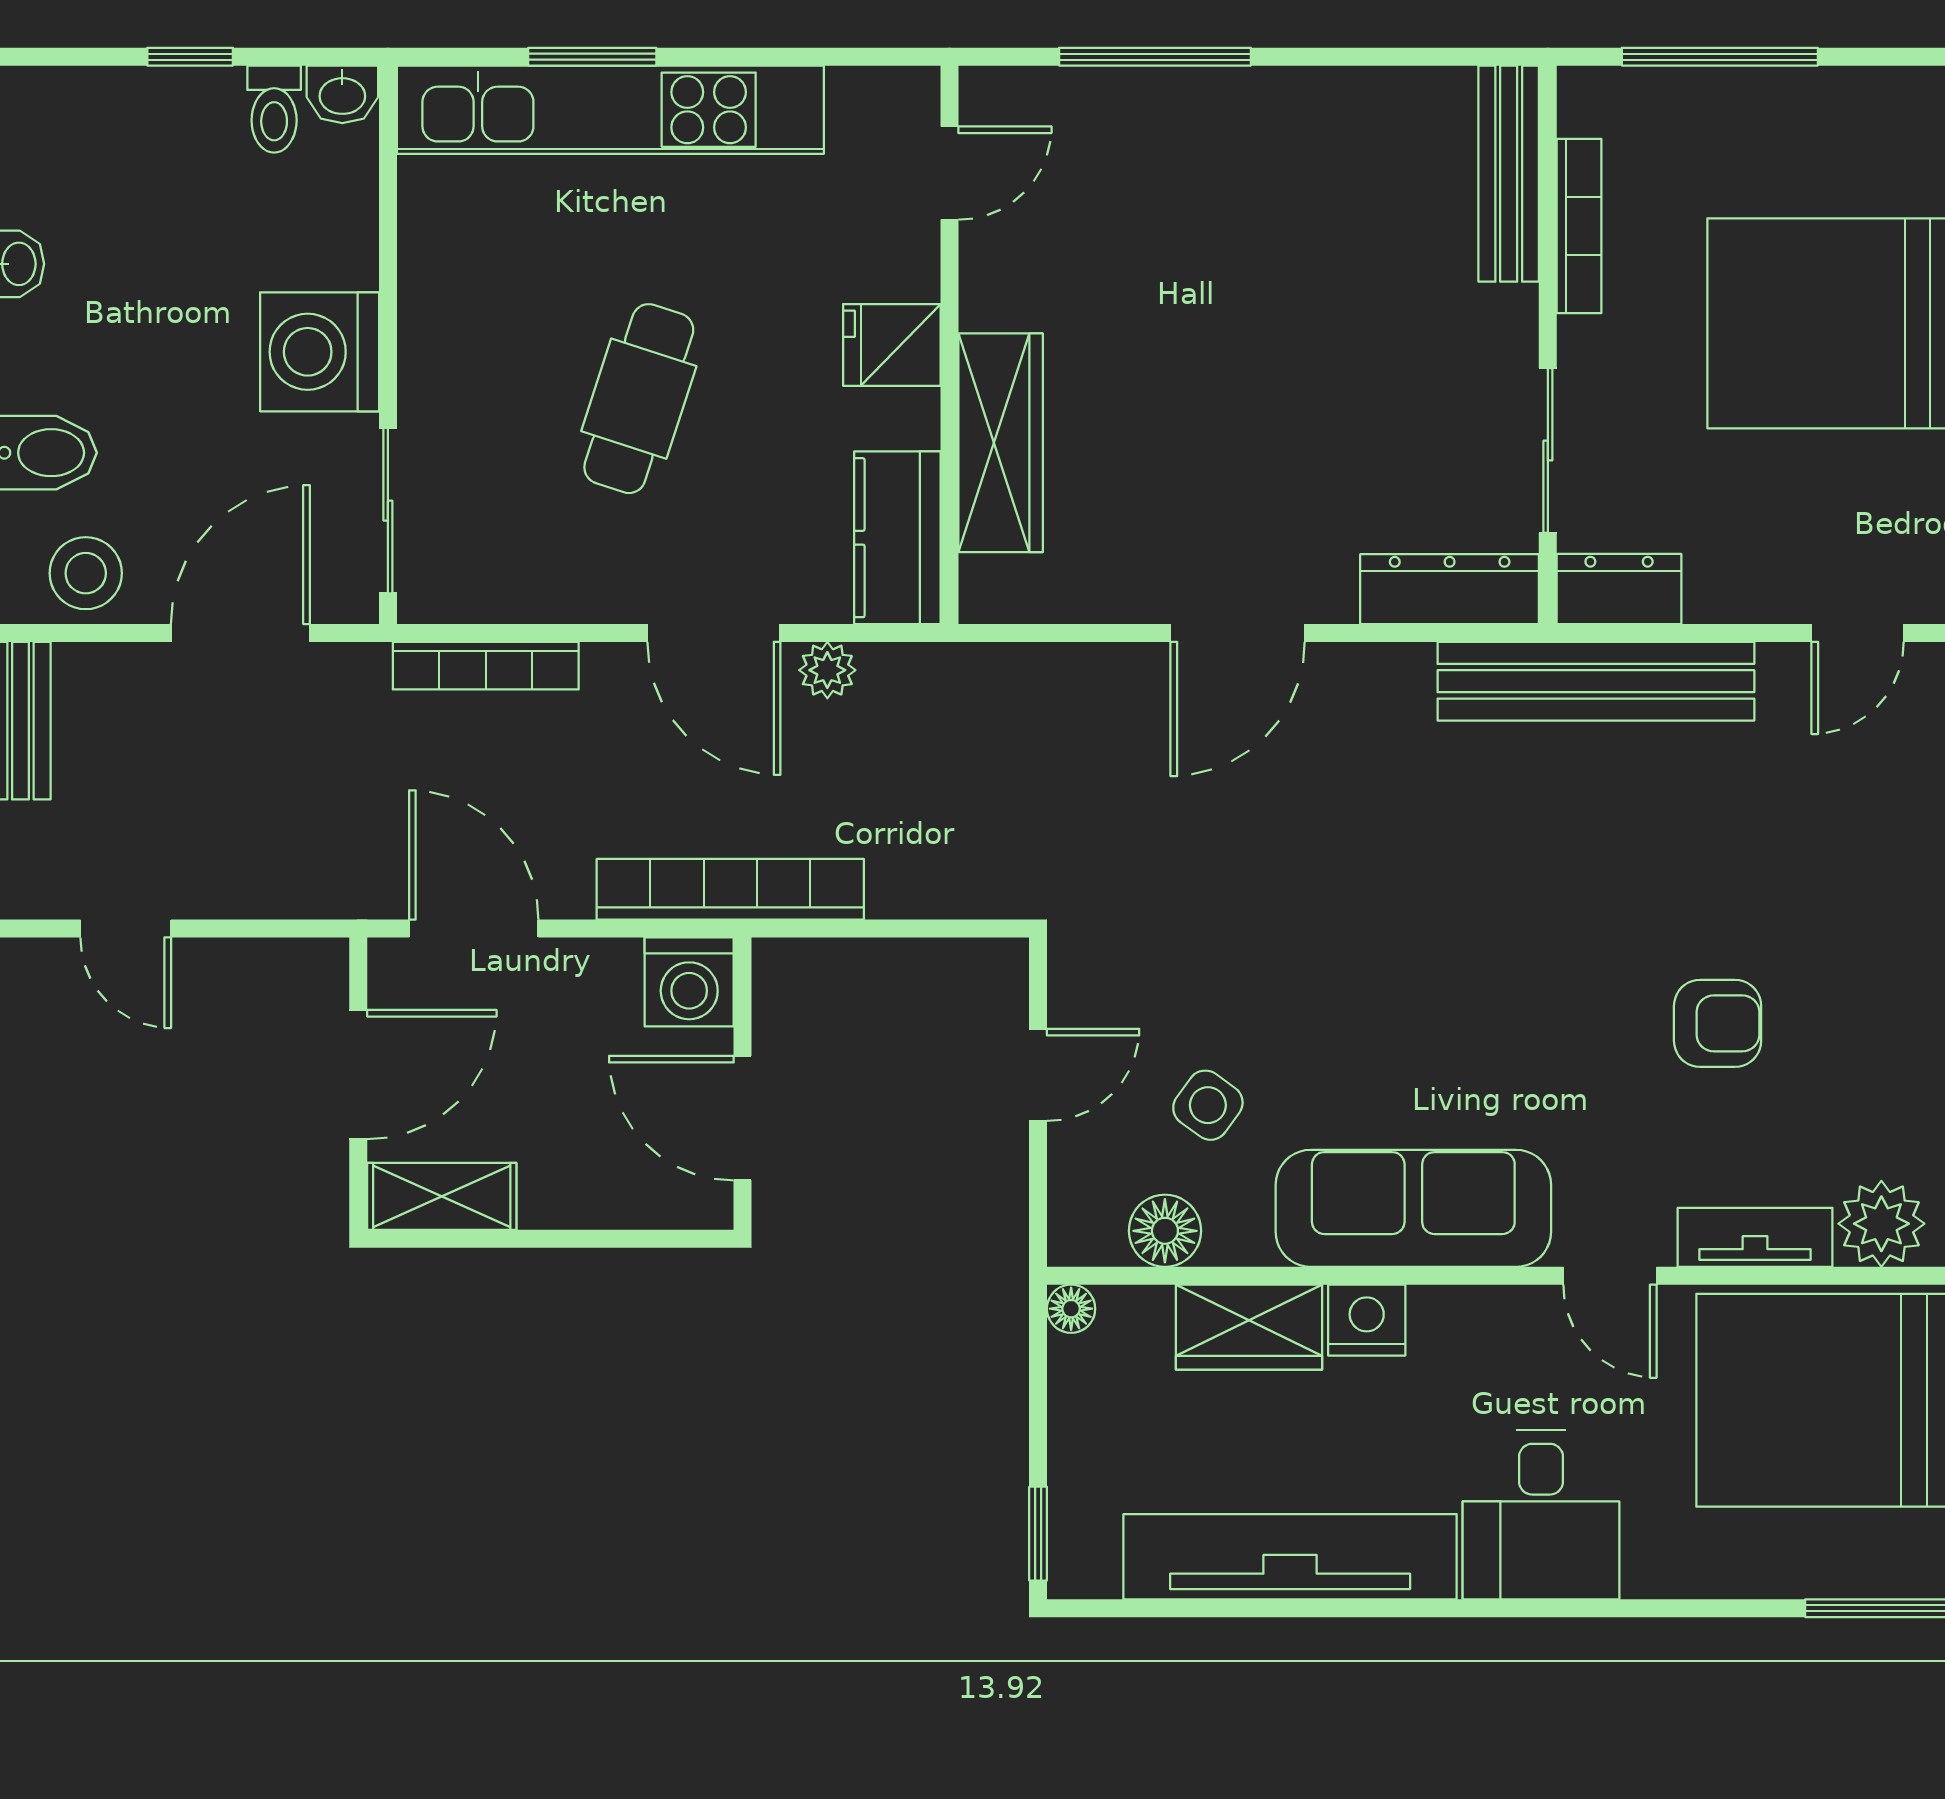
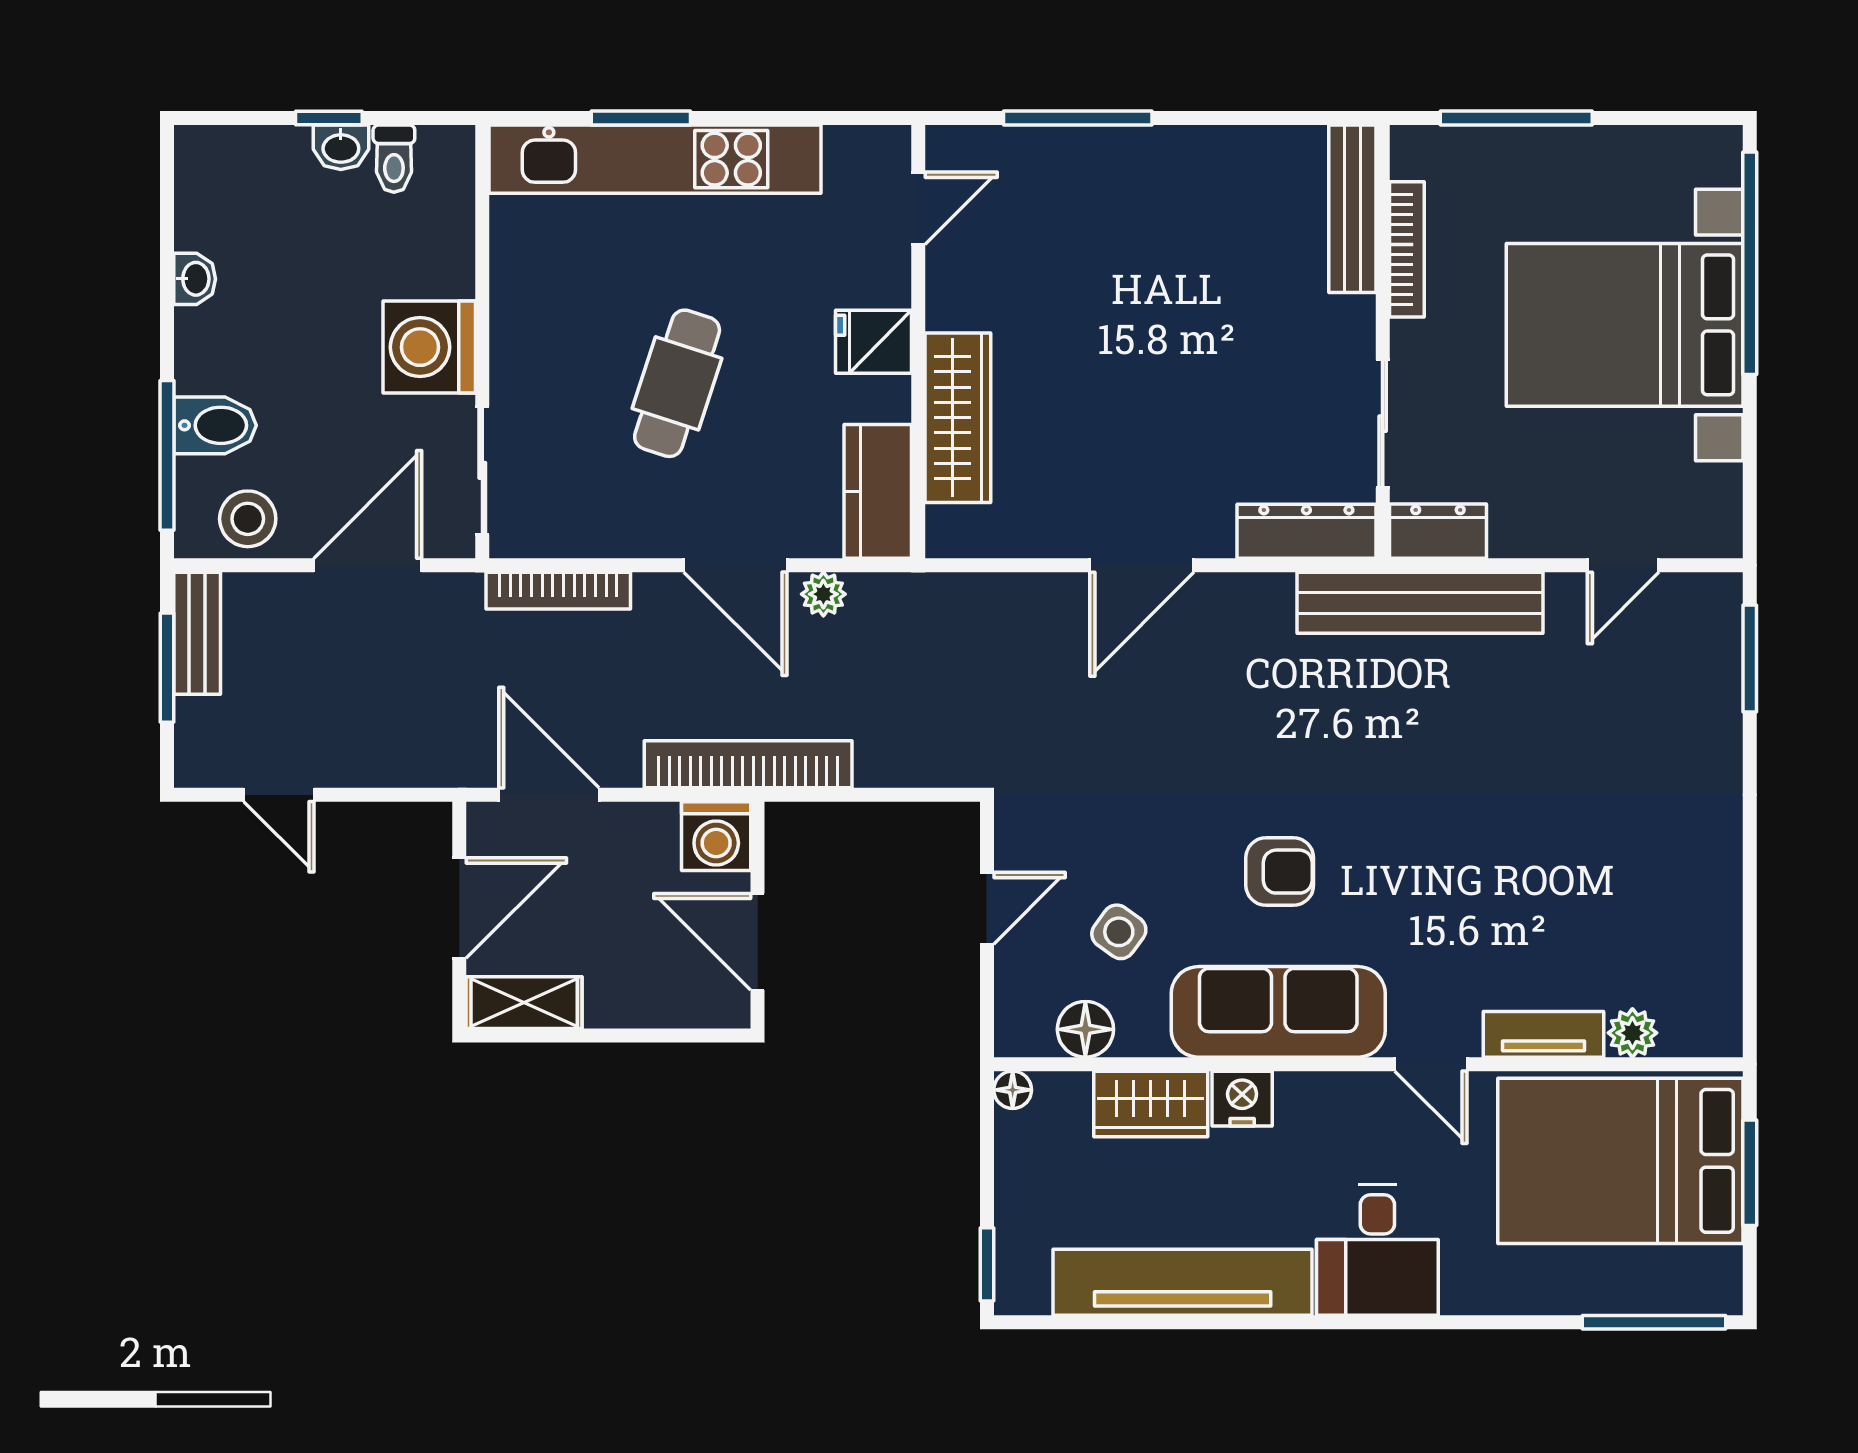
washbasin: (342, 94) -> (341, 147), moved
armchair: (1718, 1023) -> (1280, 872), moved
plant: (1881, 1224) -> (1632, 1033), width x0.73, depth x0.73

